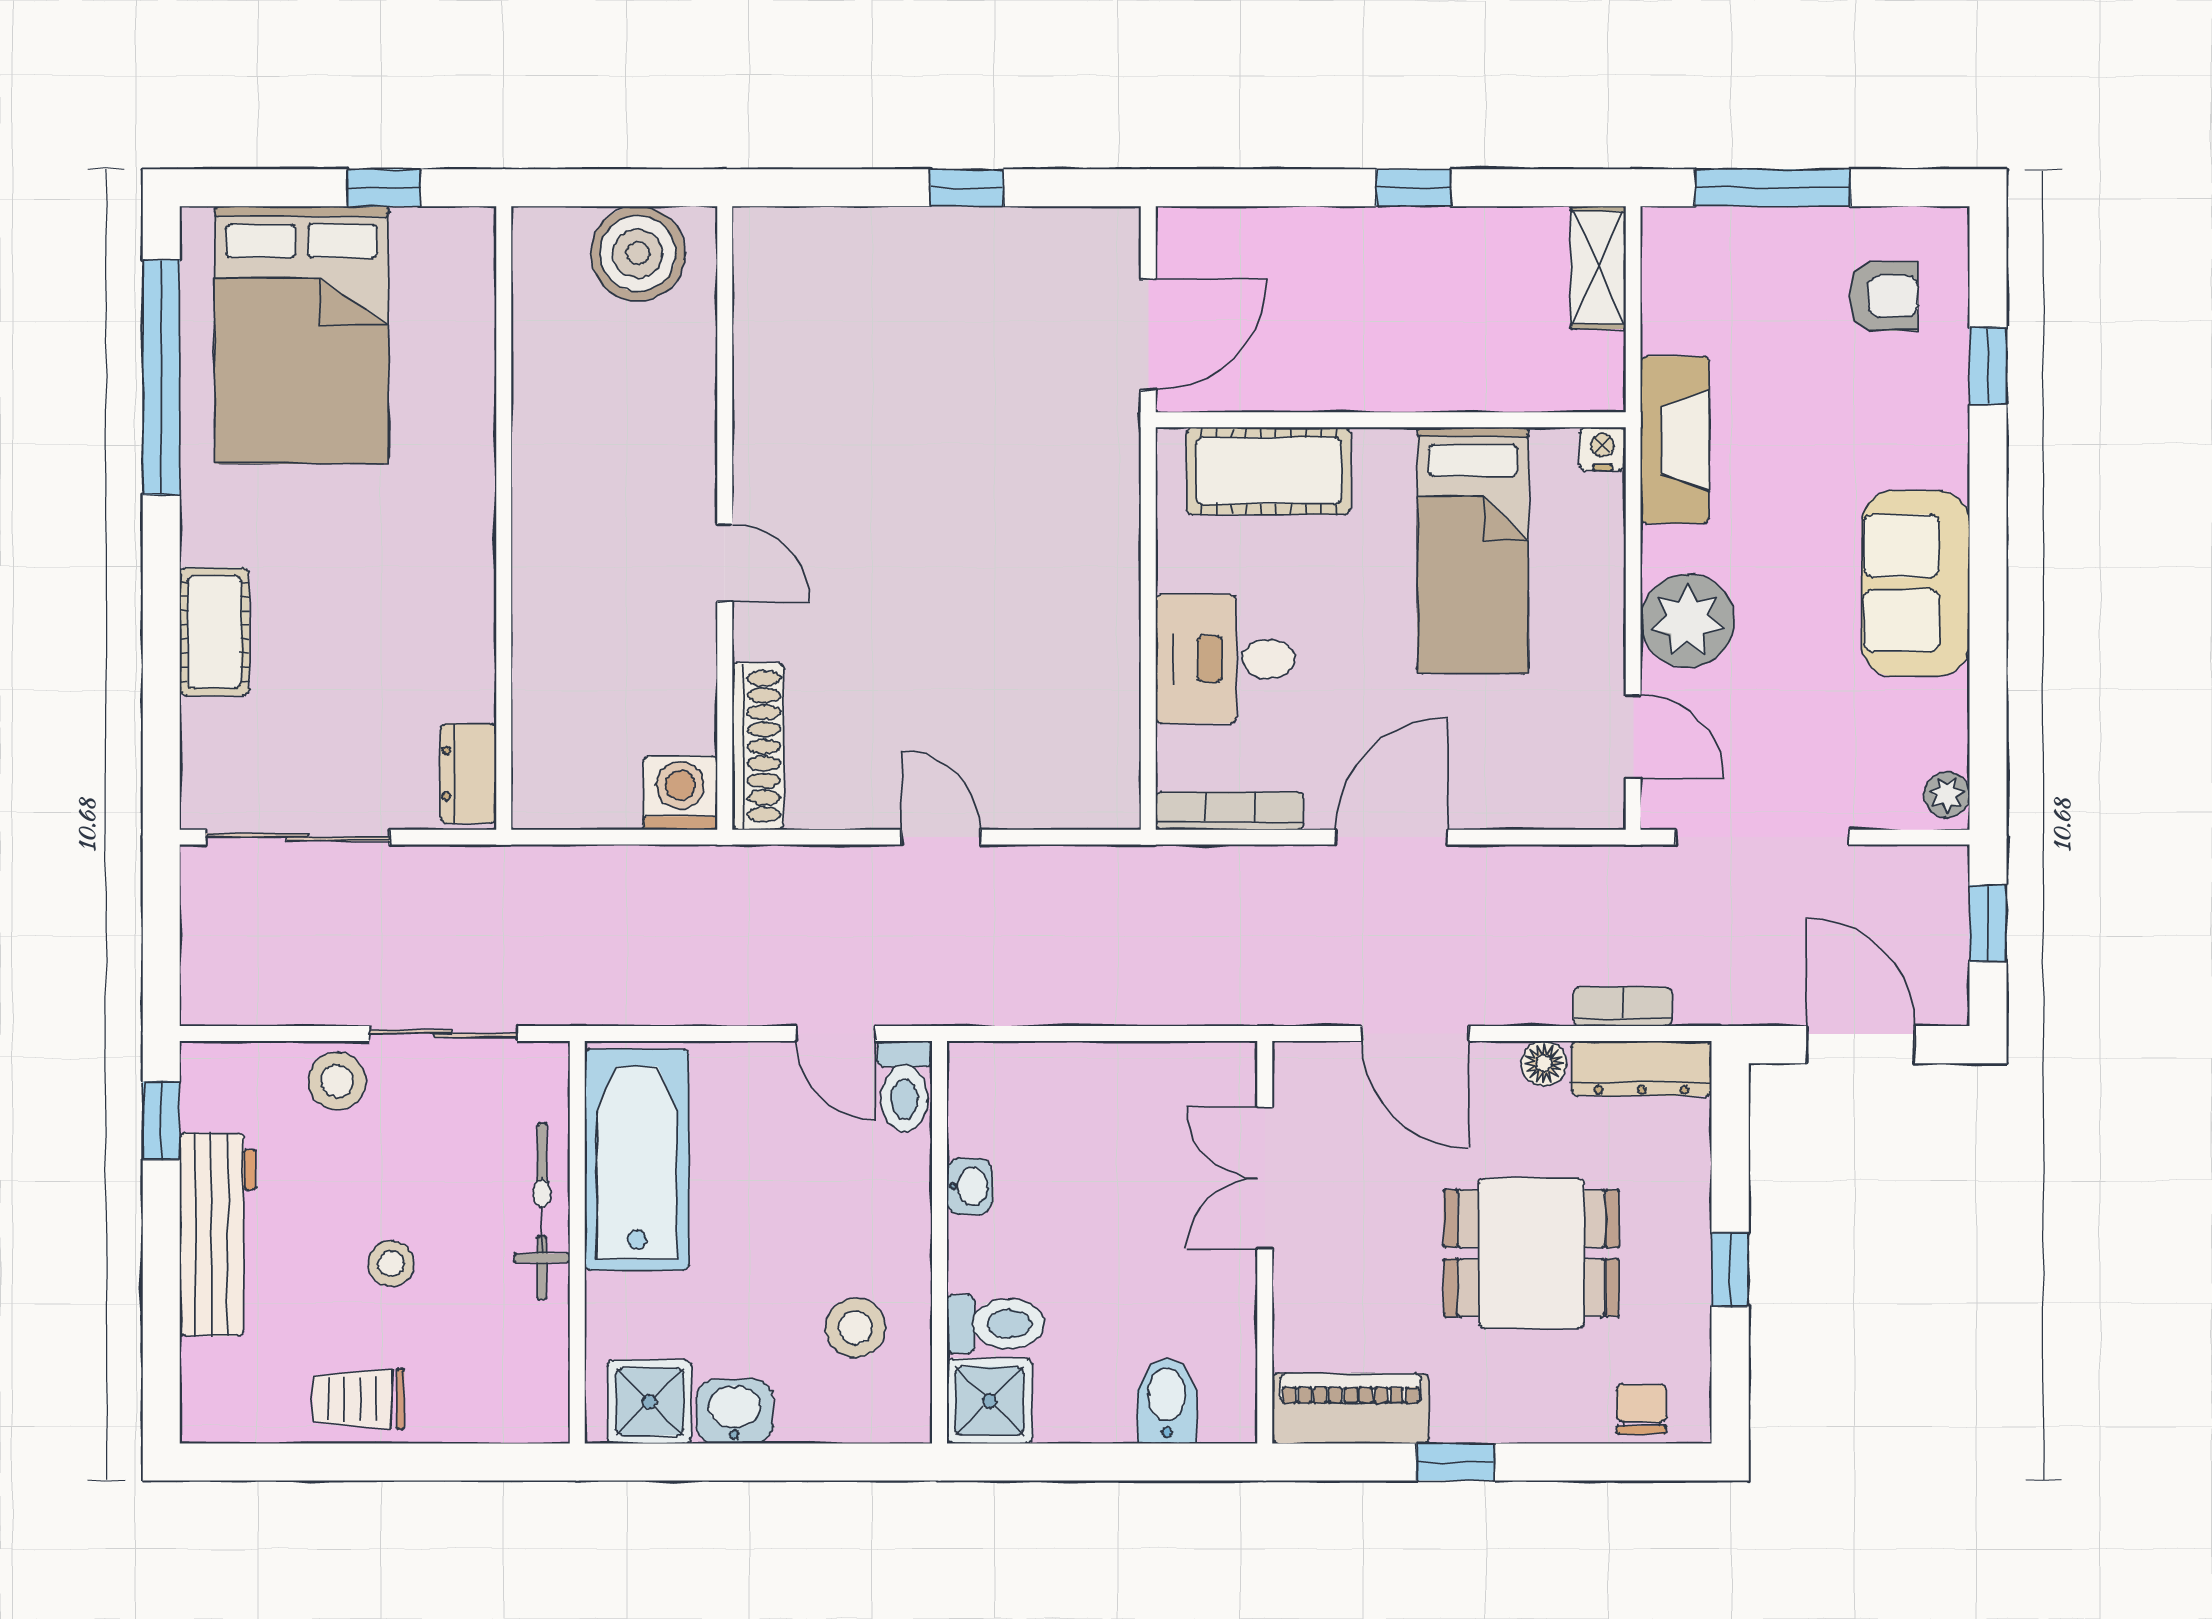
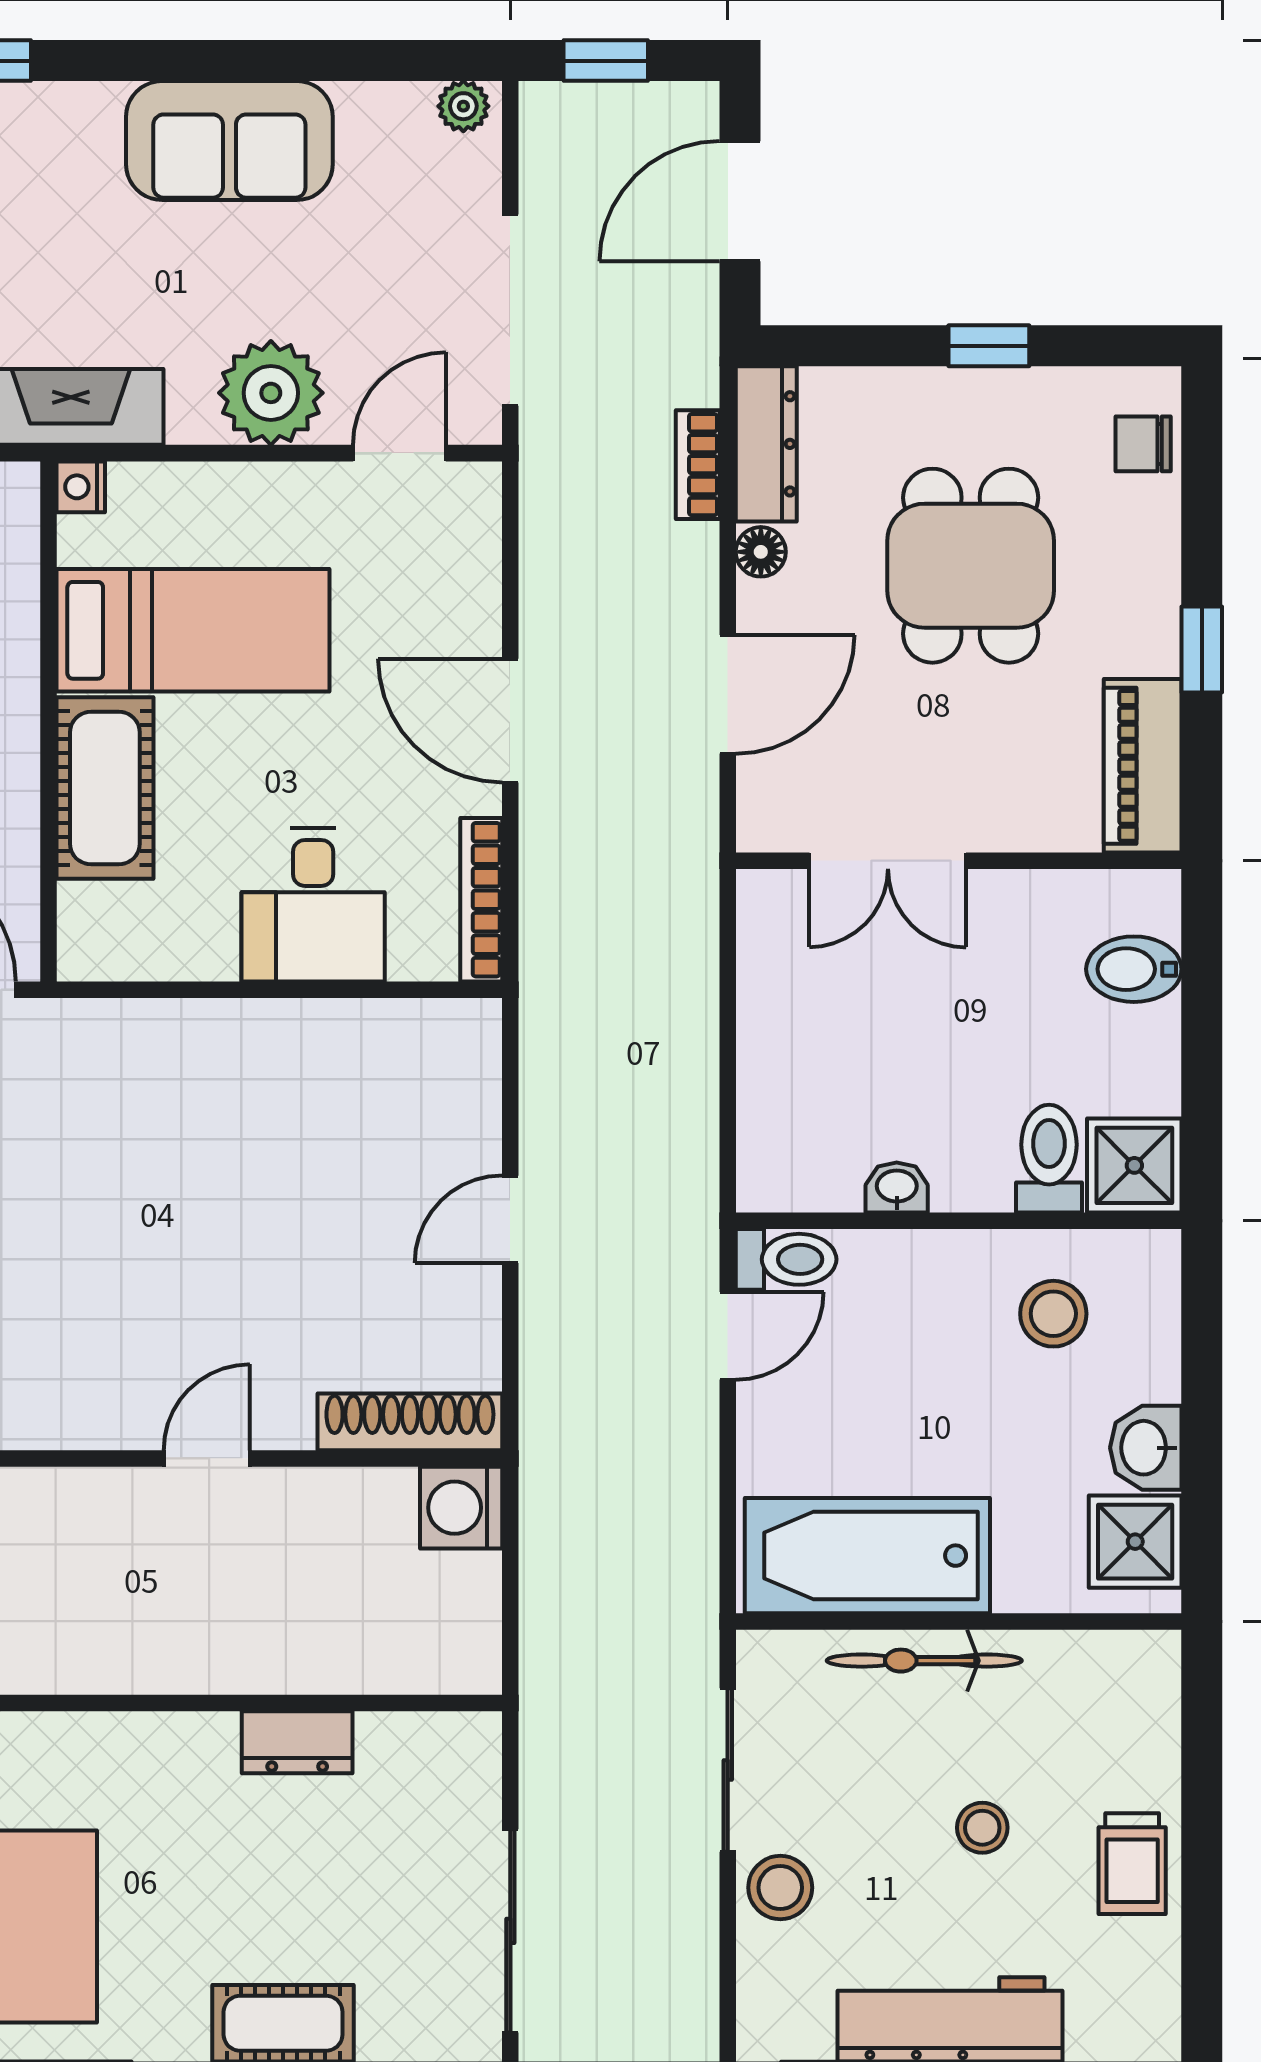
cot: (1269, 471) -> (105, 788), moved
dresser: (468, 773) -> (297, 1742), moved

